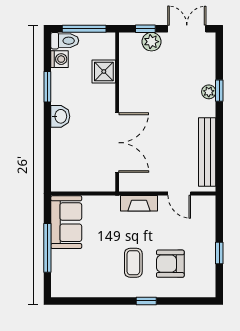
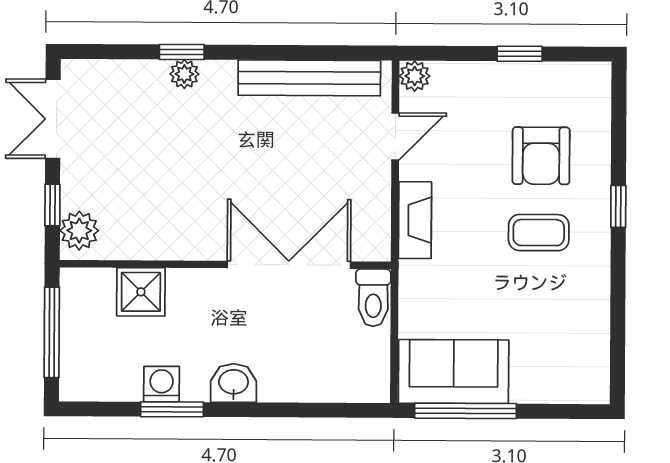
toilet: (65, 41) -> (373, 298), moved, turned 180
plant: (151, 42) -> (79, 231), moved
washing machine: (59, 59) -> (162, 384), moved
plant: (208, 203) -> (415, 76), added
window: (47, 248) -> (465, 411), moved

